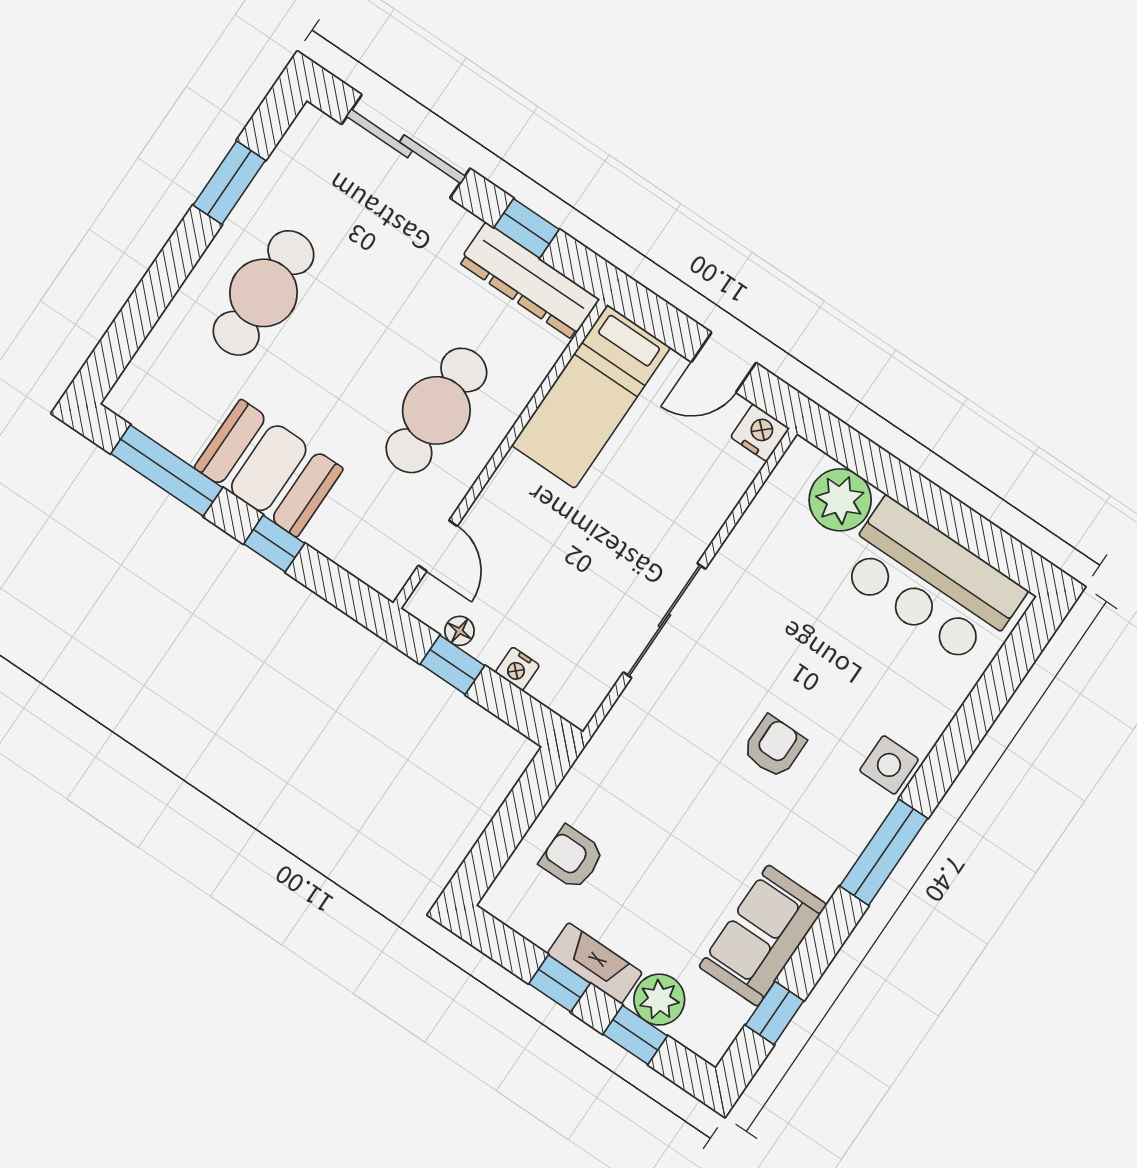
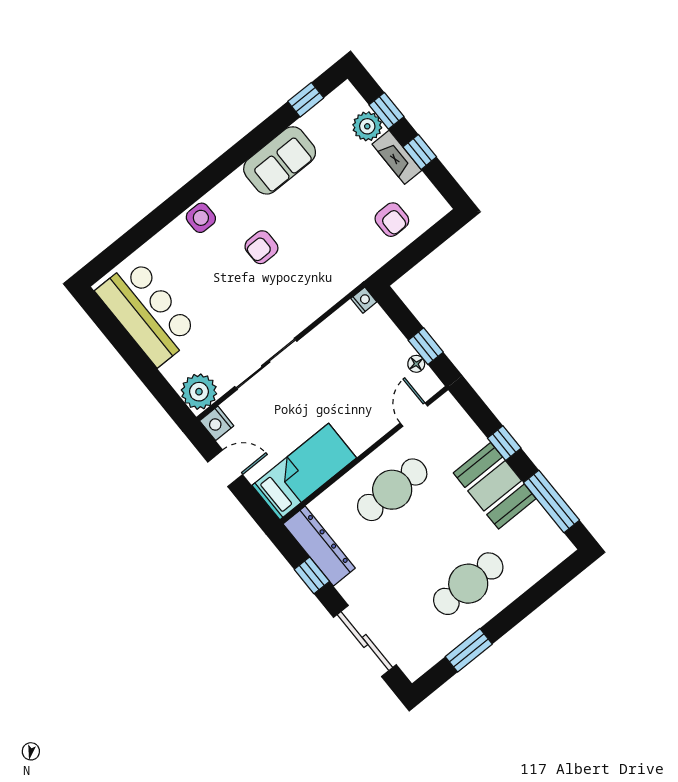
plant: (840, 500) -> (199, 392), moved
sliding door: (664, 621) -> (266, 364), moved
nightstand: (517, 669) -> (364, 300), moved
window: (884, 852) -> (218, 170), removed
sofa: (763, 936) -> (280, 160), moved

